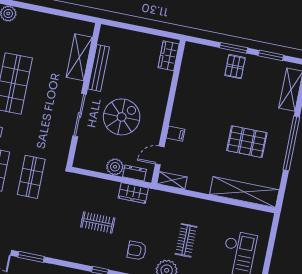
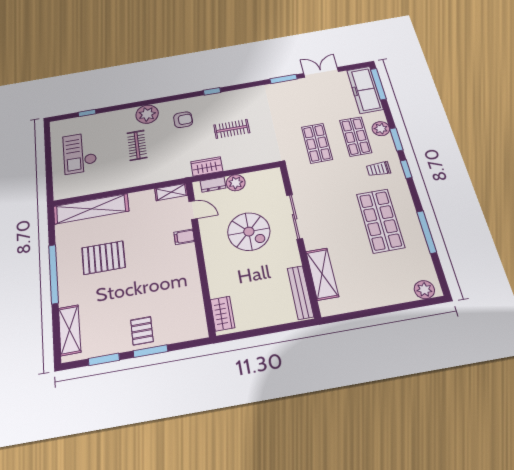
bench: (99, 68) -> (300, 292), moved
spiral stairs: (122, 117) -> (249, 232), turned -90
door: (160, 155) -> (193, 210), hinge flipped

